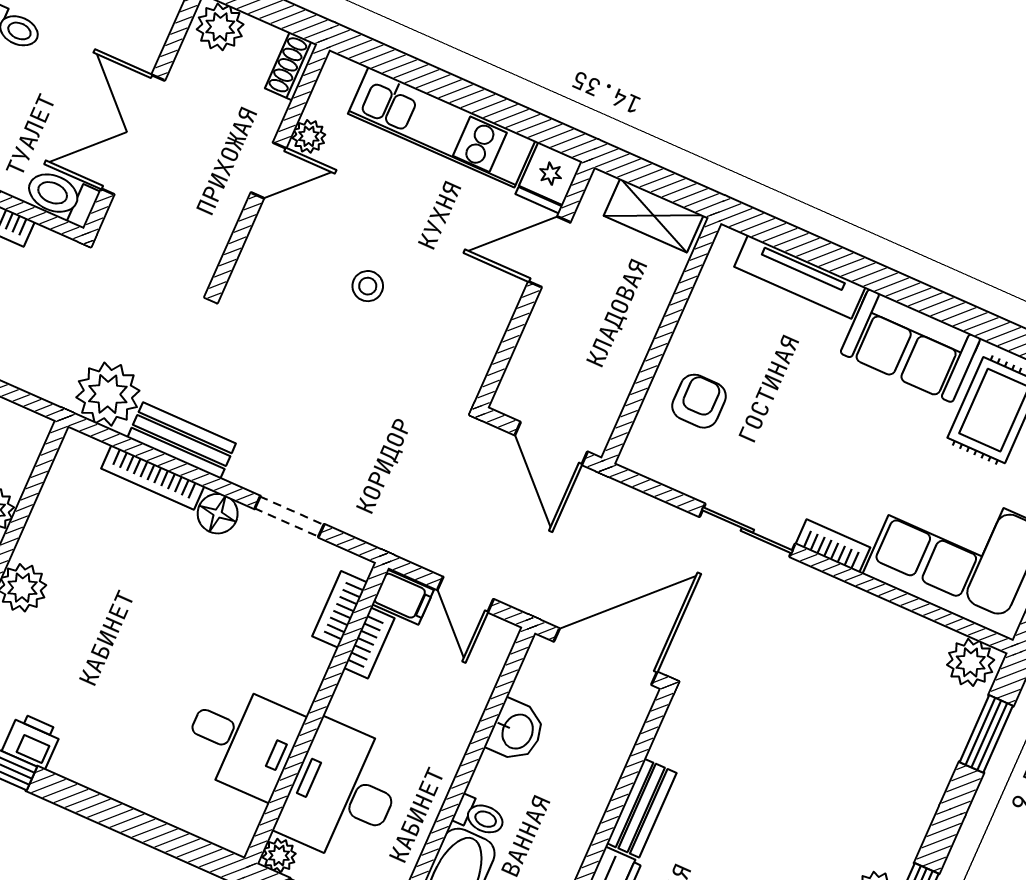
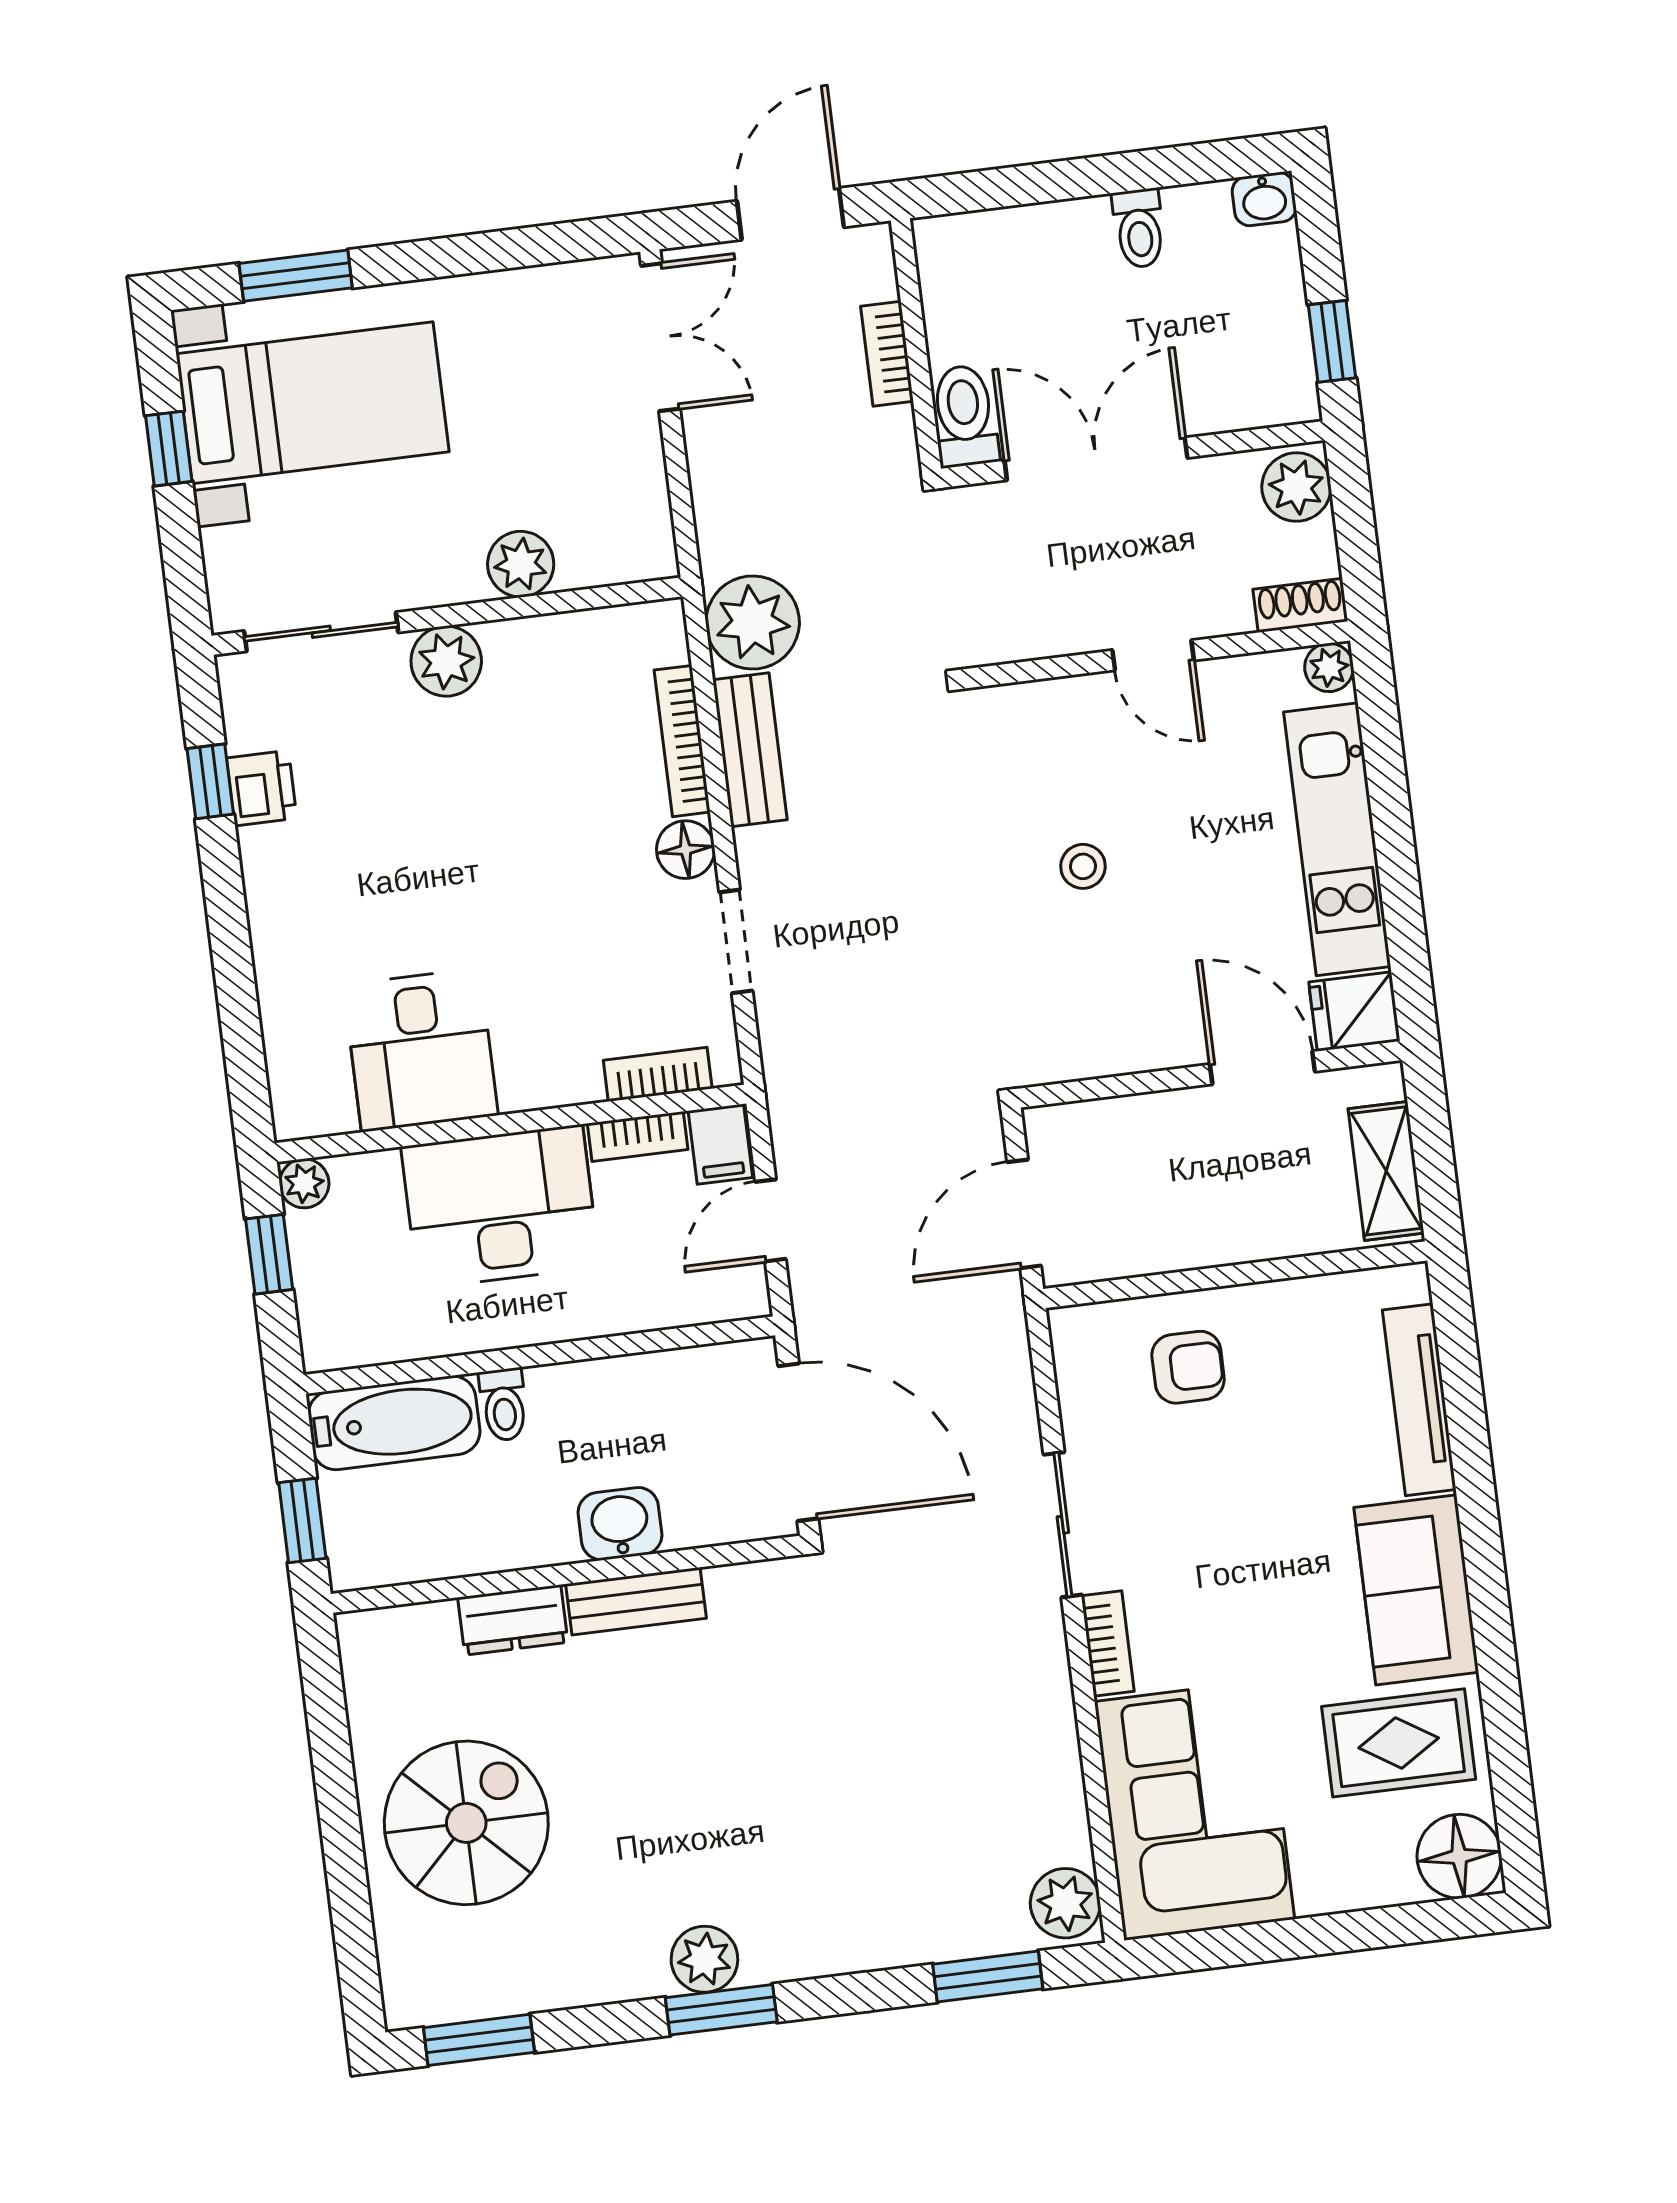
plant: (309, 136) -> (1329, 667), moved
washbasin: (516, 731) -> (620, 1524), moved, turned 180
desk: (342, 793) -> (500, 1207), moved

